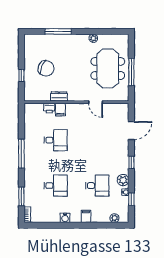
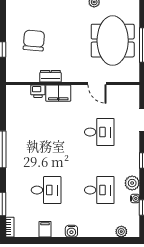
chair: (46, 68) -> (34, 41), turned -108
filing cabinet: (60, 110) -> (58, 93), width x2.00
desk: (56, 140) -> (99, 132), moved
filing cabinet: (86, 216) -> (45, 229), moved
water cooler: (65, 218) -> (71, 231), moved

